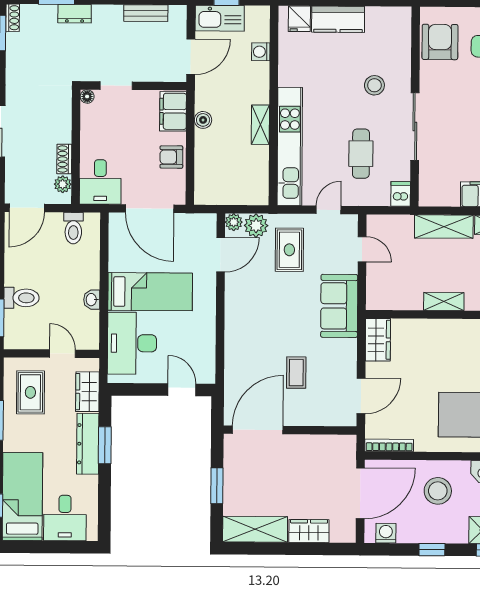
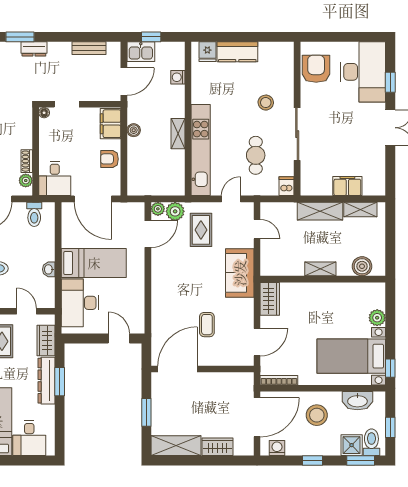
kitchen sink: (220, 18) -> (141, 52), width x0.73

